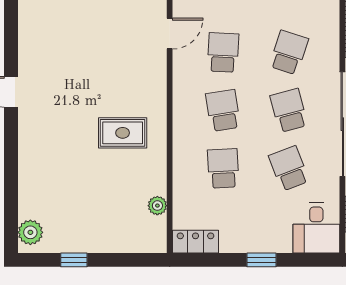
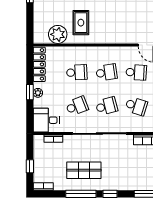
rug: (123, 133) -> (81, 23), moved
plant: (157, 206) -> (58, 34), width x1.87, depth x1.87
locker: (195, 242) -> (39, 64), width x1.53
plant: (263, 244) -> (38, 93), added

